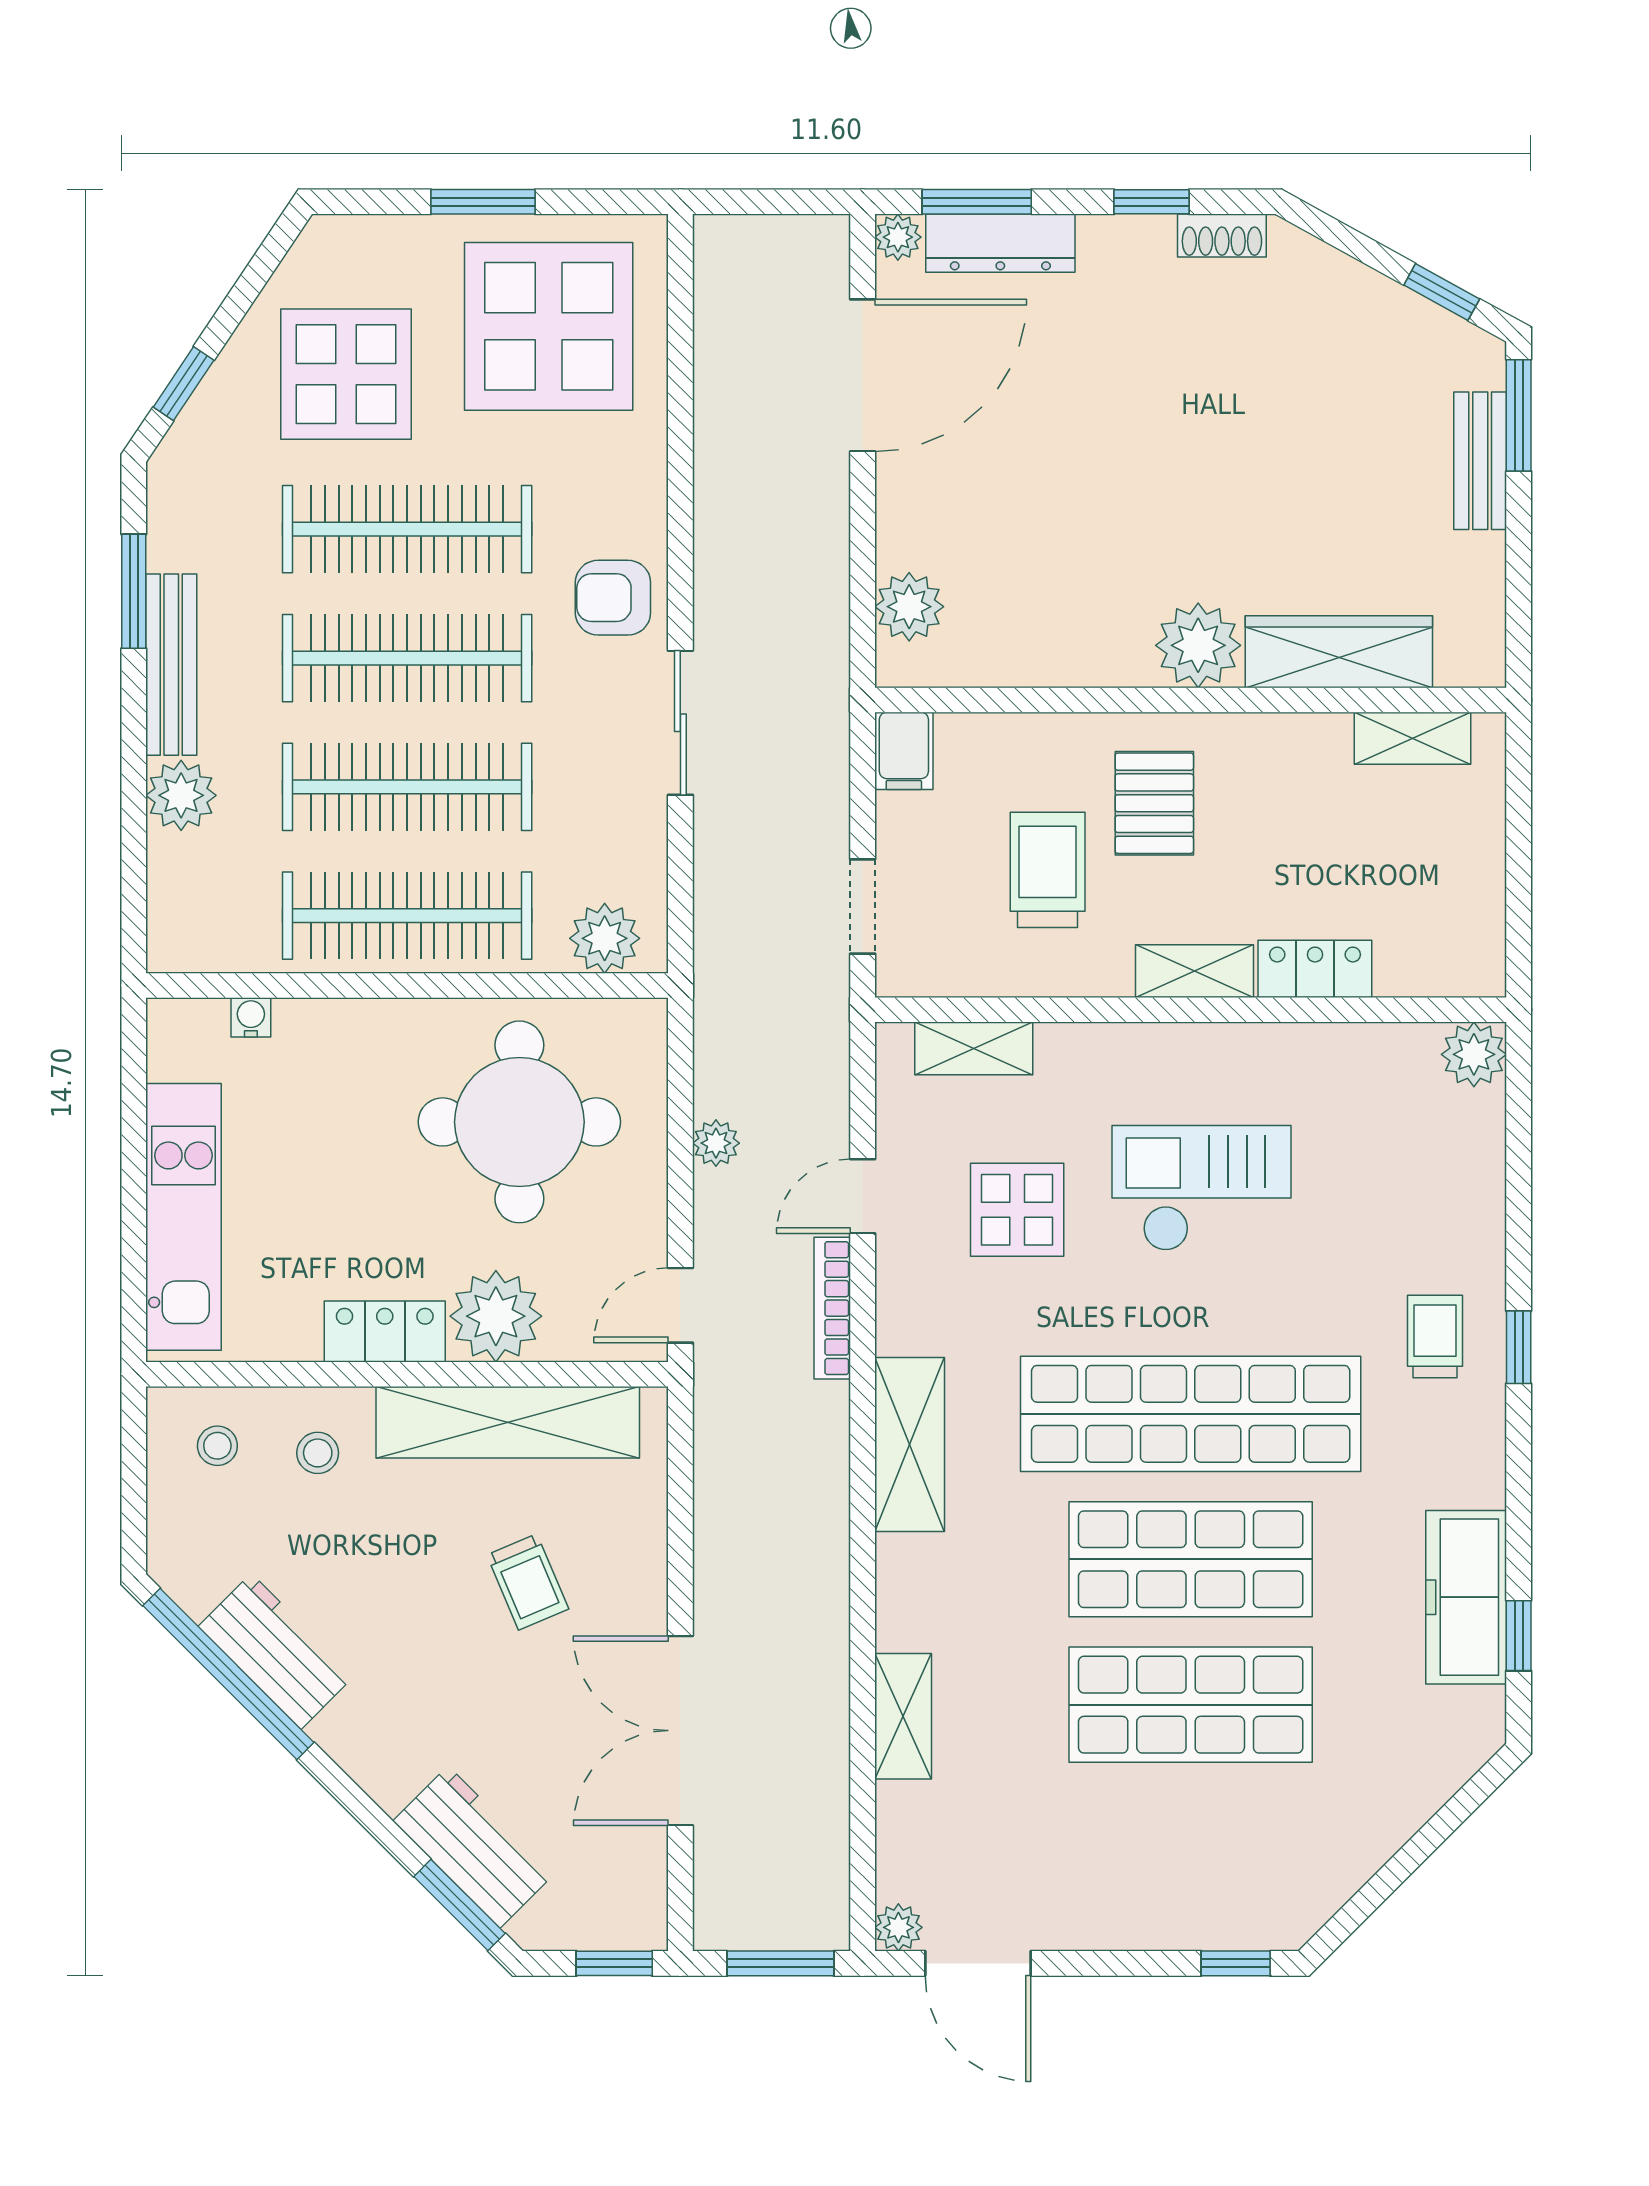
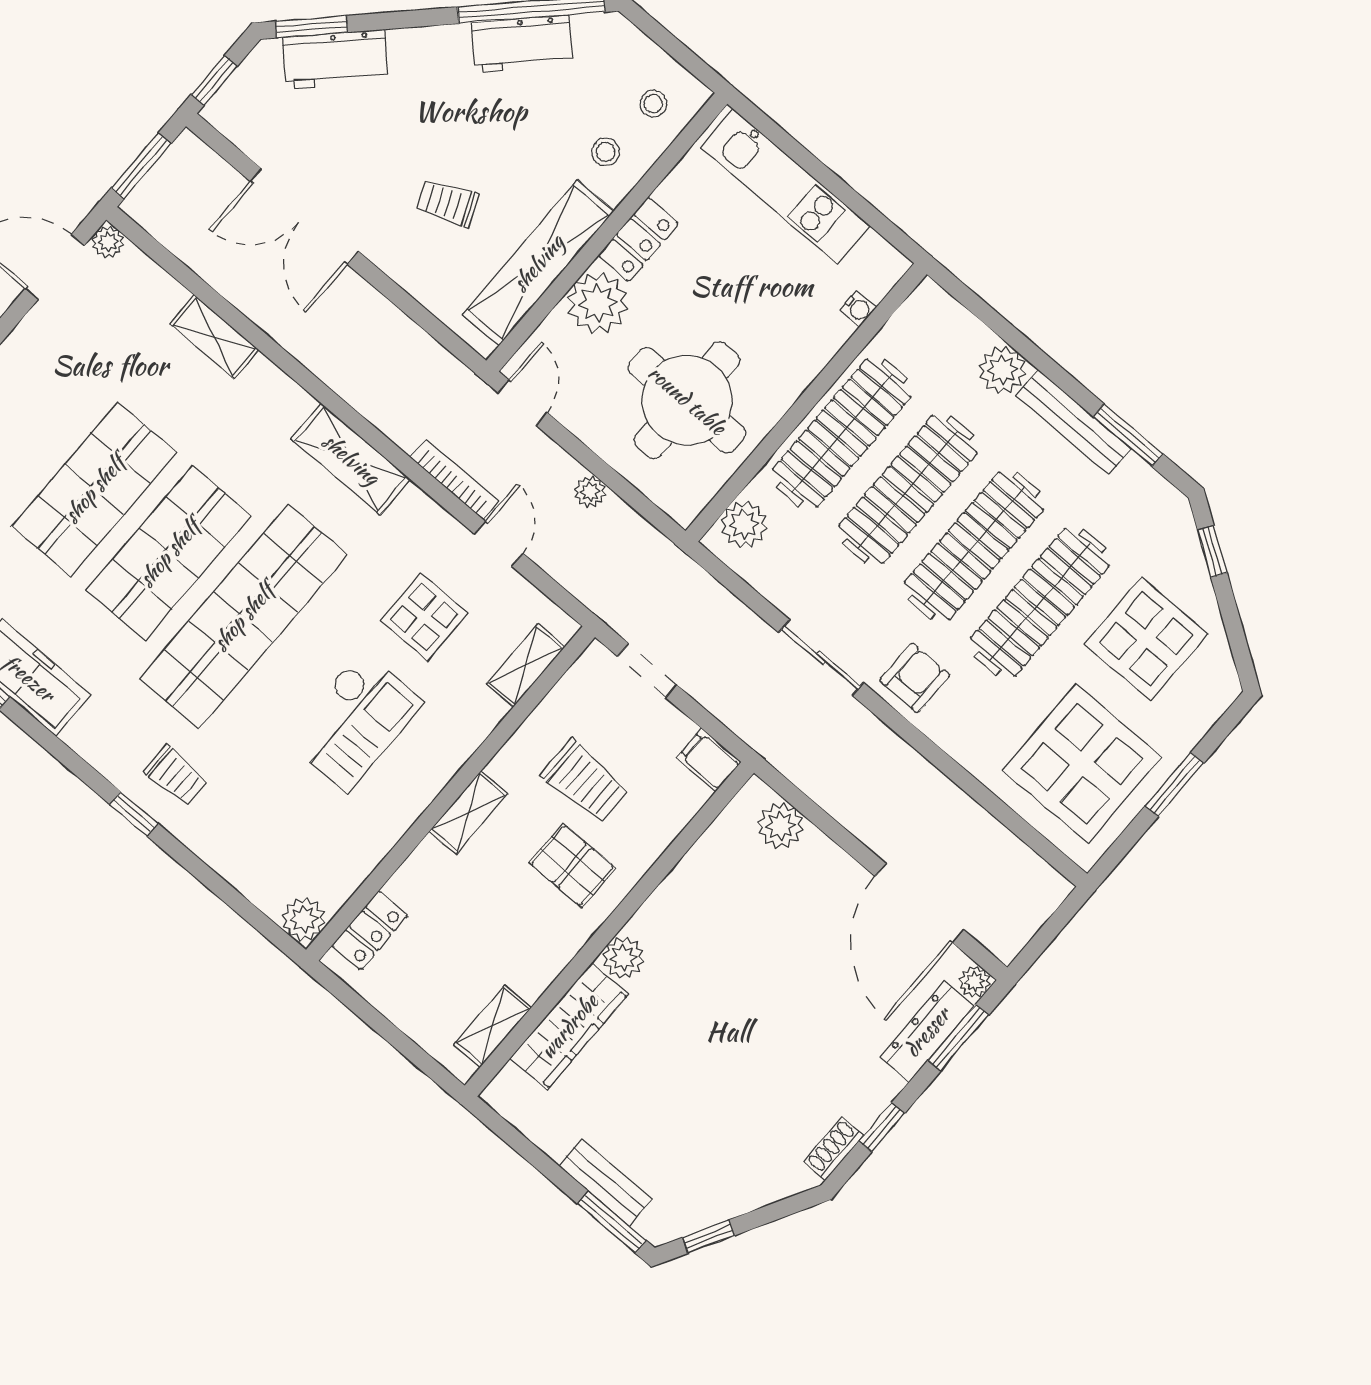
plant: (1198, 645) -> (623, 958), width x0.73, depth x0.73
locker: (1315, 969) -> (370, 930), moved
double door: (680, 1731) -> (304, 216), swing flipped

